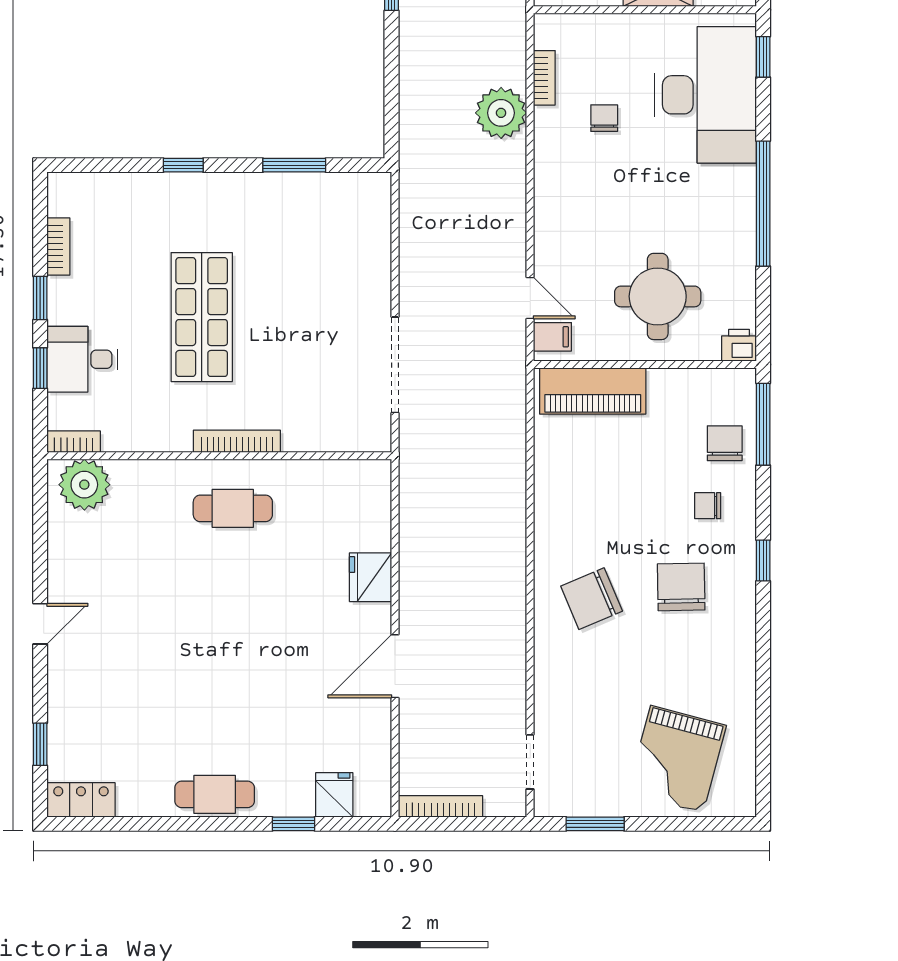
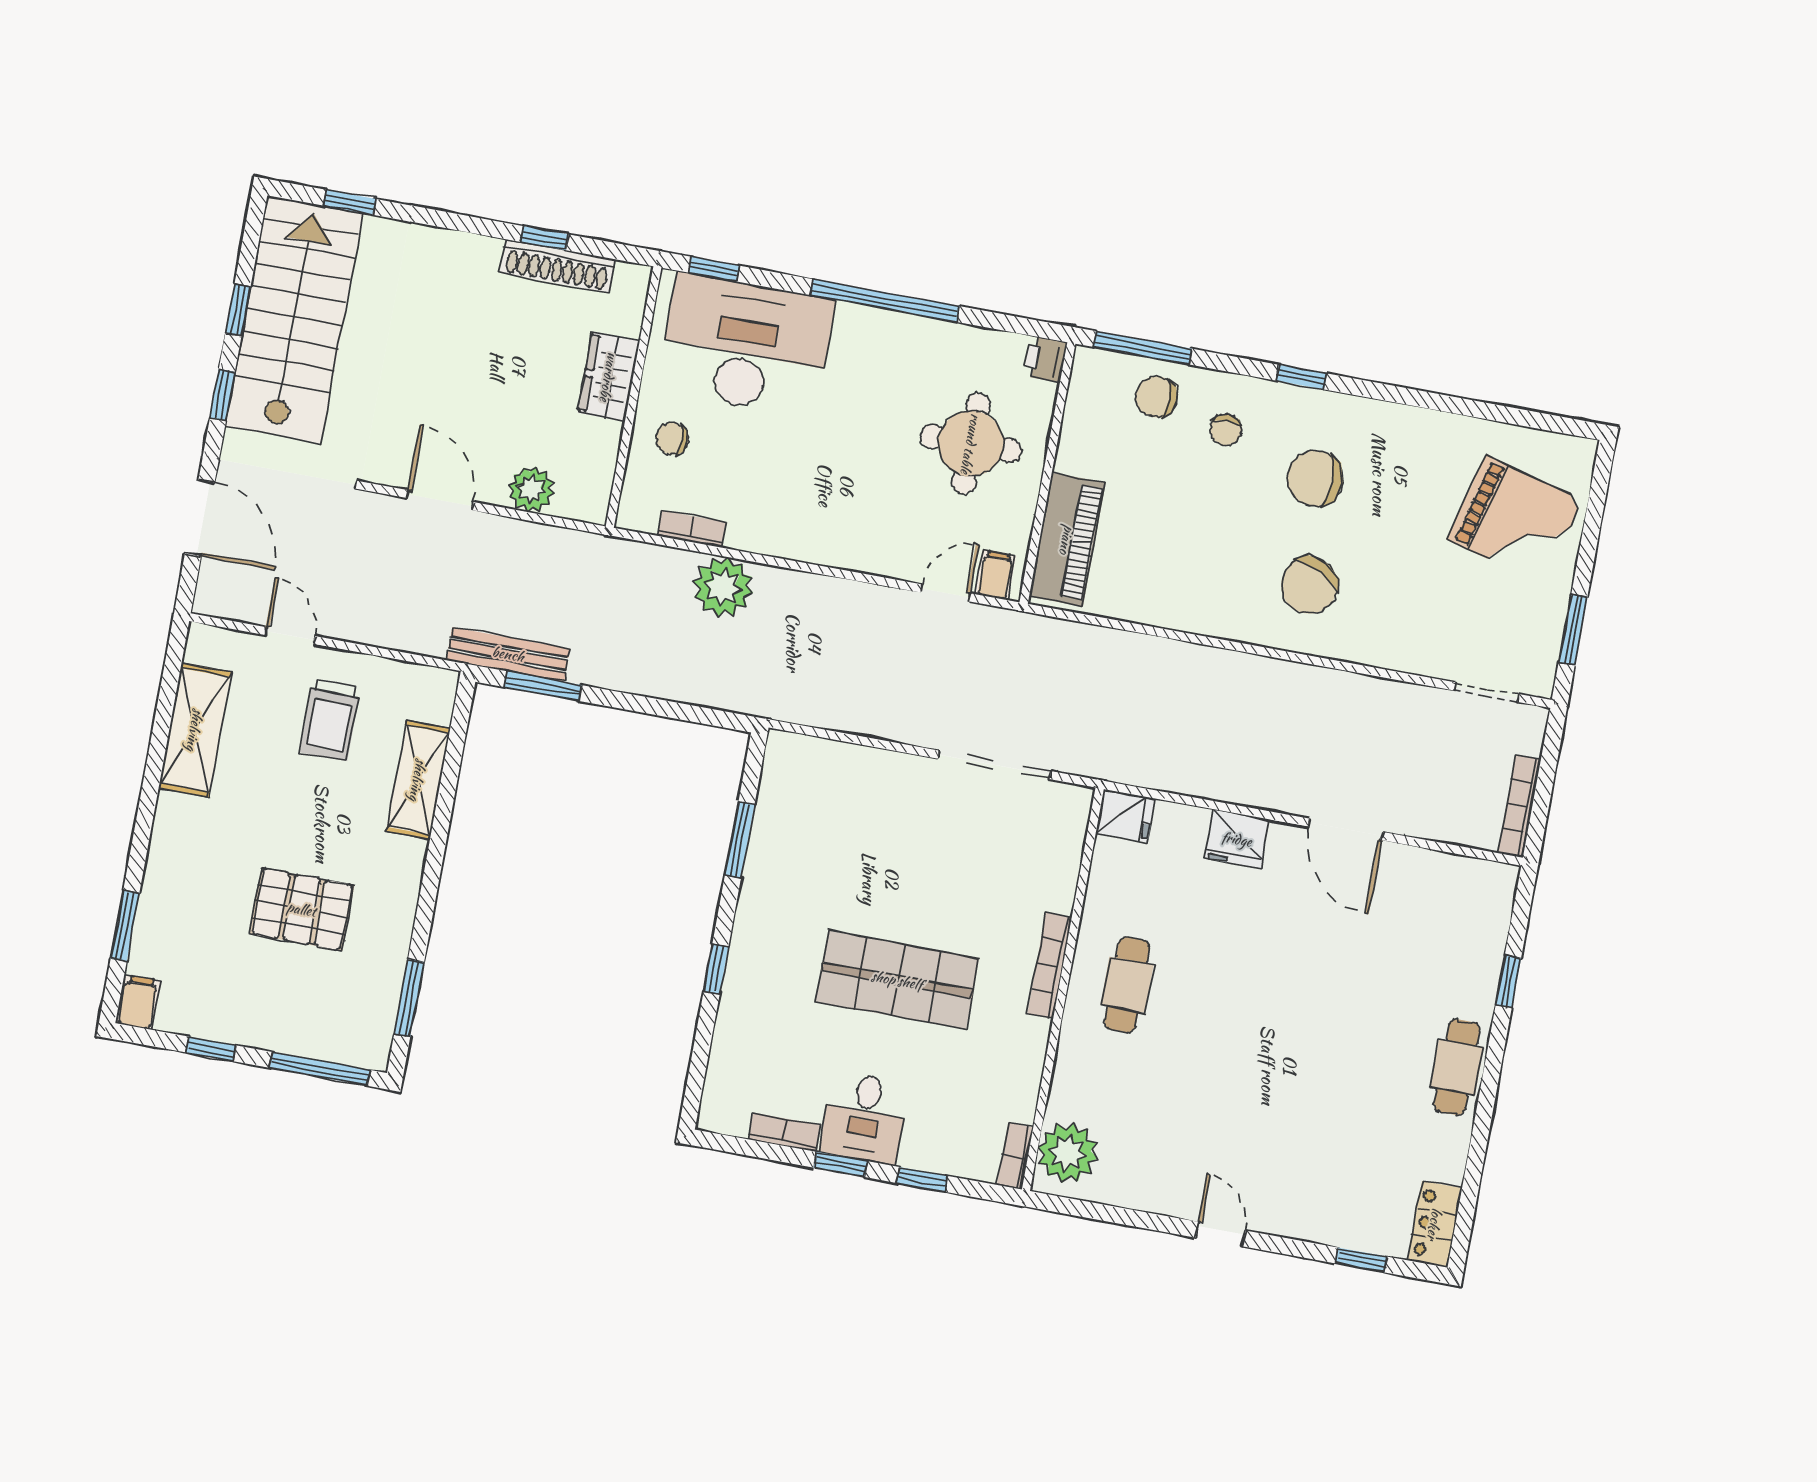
chair: (604, 118) -> (672, 438), moved
desk: (82, 359) -> (864, 1118), moved
chair: (592, 599) -> (1309, 585), turned 50
fridge: (334, 795) -> (1125, 816), moved, turned 180

